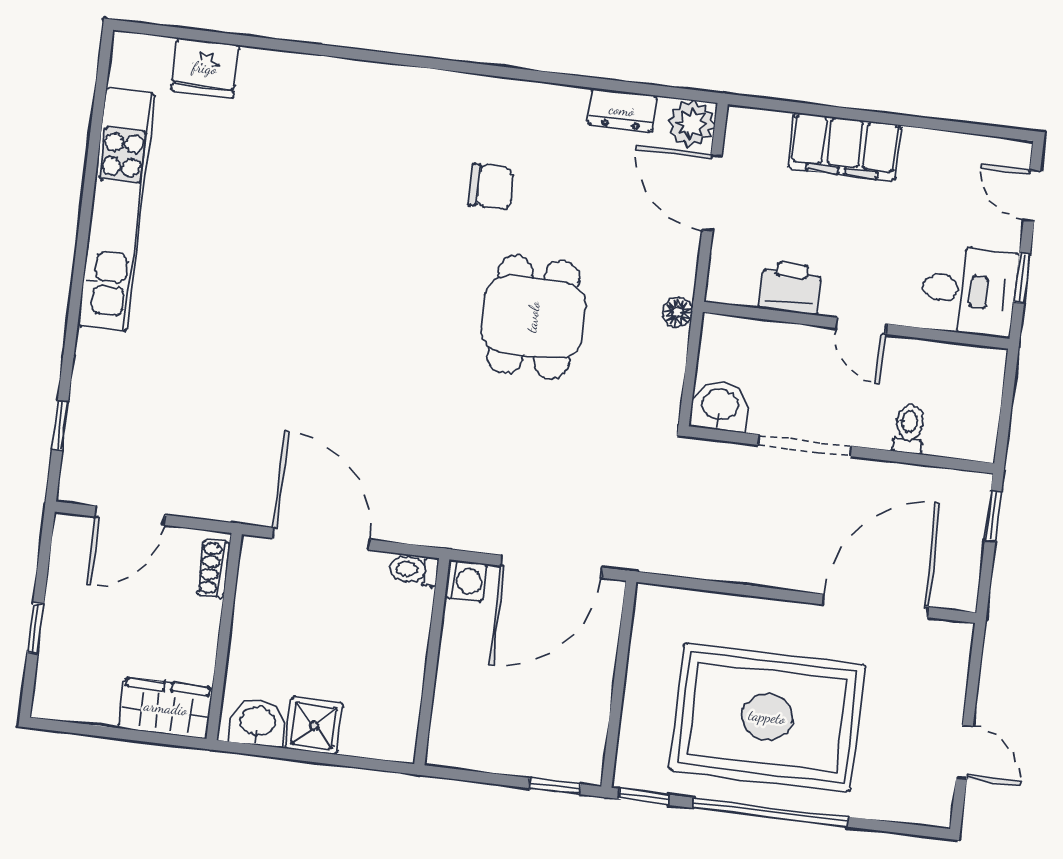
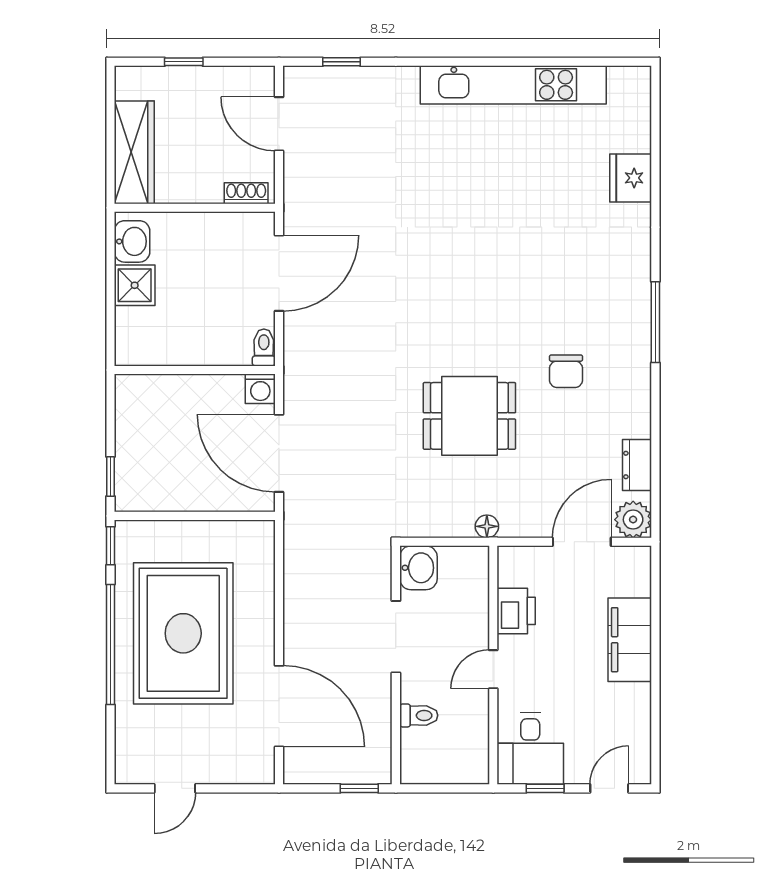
window: (442, 64) -> (655, 322), added
fridge: (205, 68) -> (631, 178), moved
wardrobe: (166, 708) -> (134, 152), width x1.50

